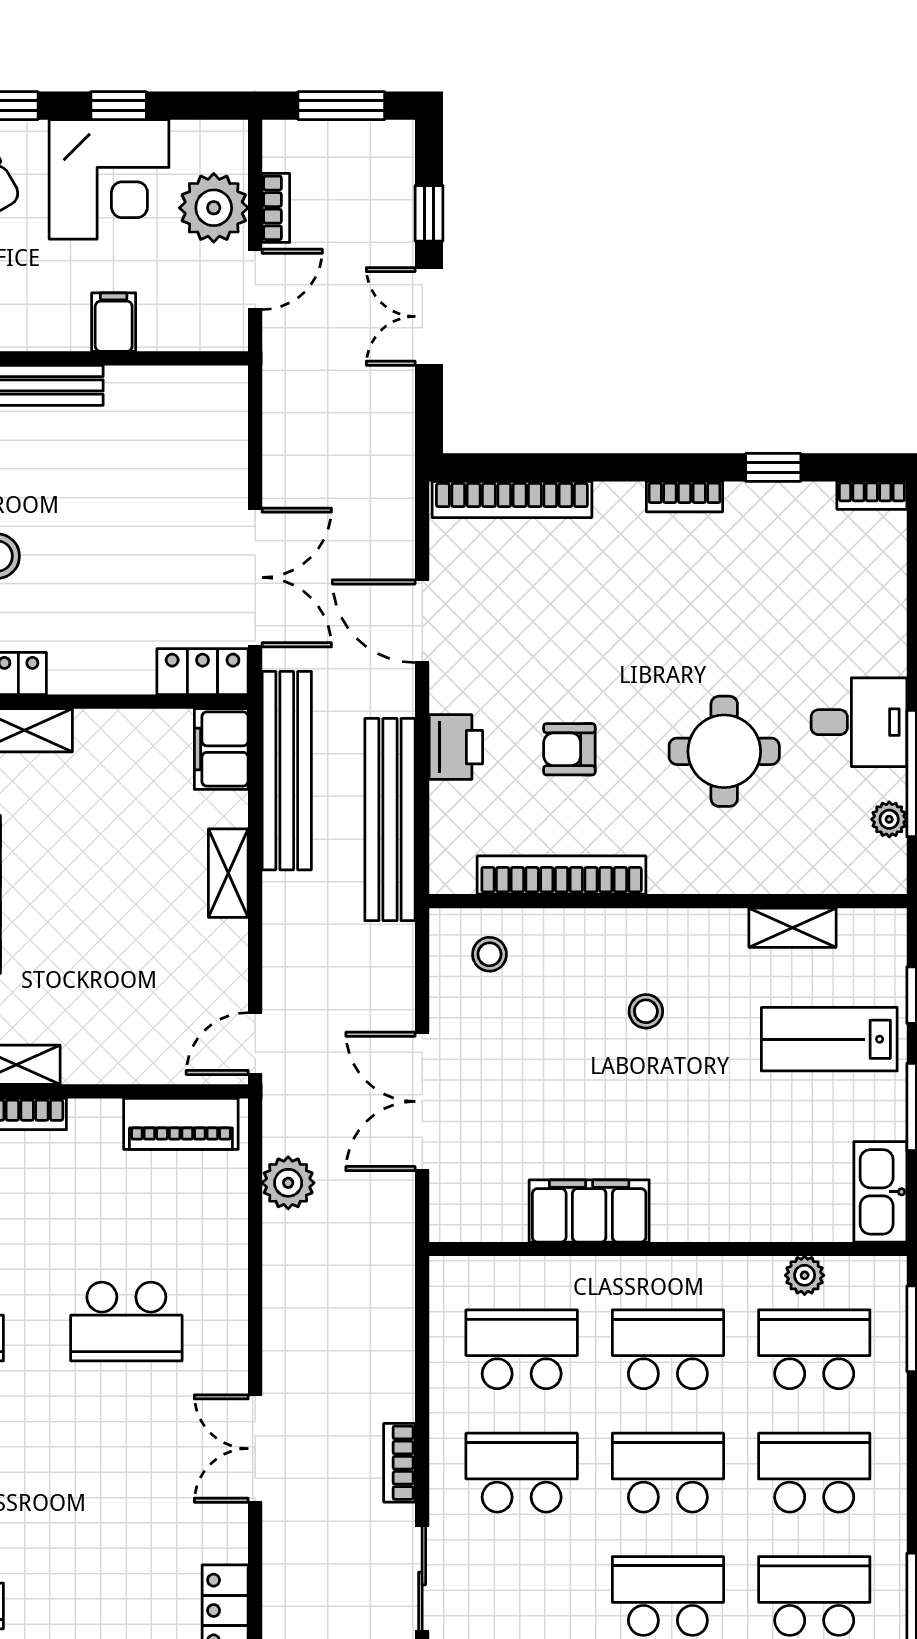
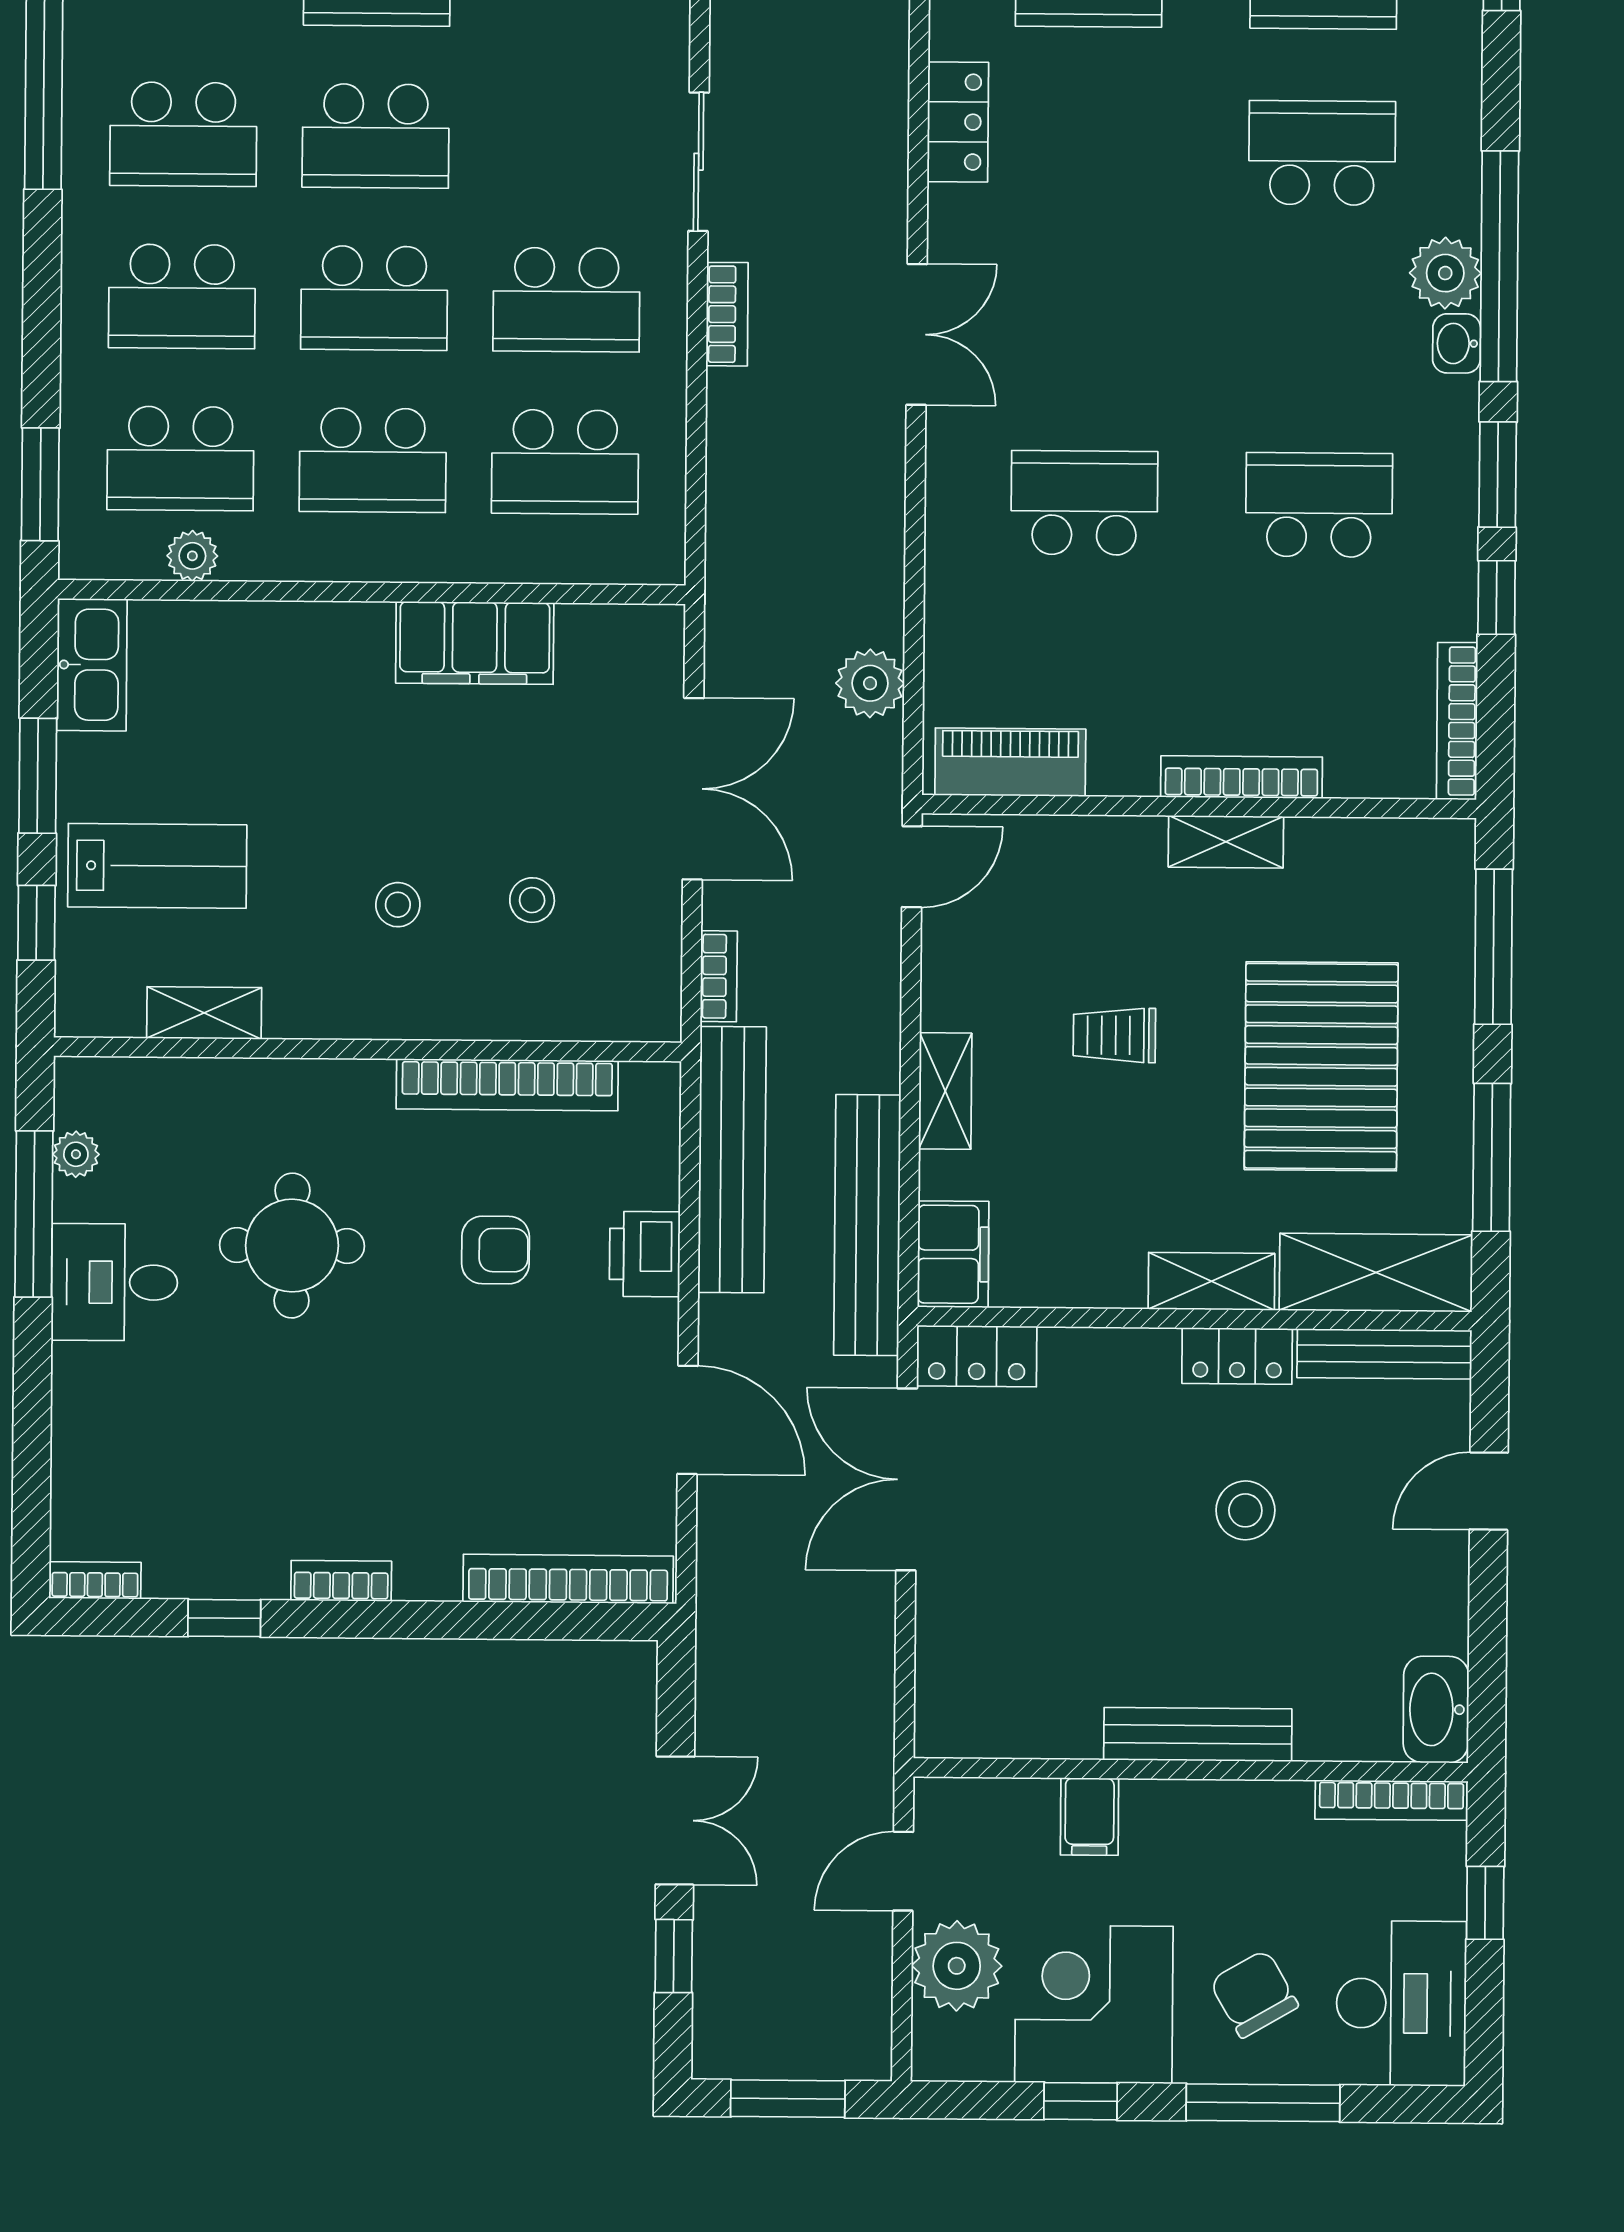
bookcase: (276, 208) -> (719, 976), moved, turned 180
trolley: (100, 917) -> (1114, 1035), added
stool: (489, 954) -> (532, 900), moved

